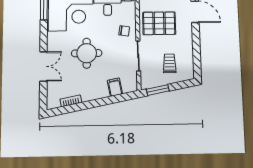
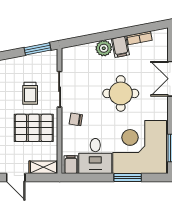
trolley: (170, 63) -> (30, 93), moved
filing cabinet: (115, 87) -> (120, 47), moved
plant: (101, 92) -> (104, 48), added

